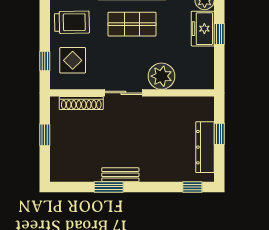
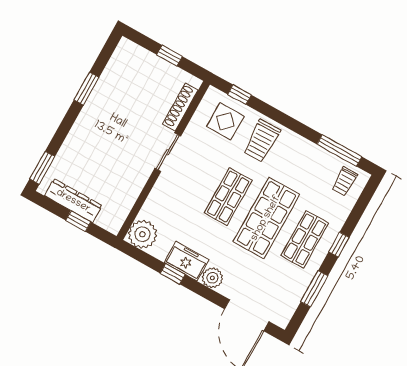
plant: (161, 76) -> (142, 234), moved
bench: (120, 175) -> (92, 106), removed
window: (192, 187) -> (42, 168), width x1.50

